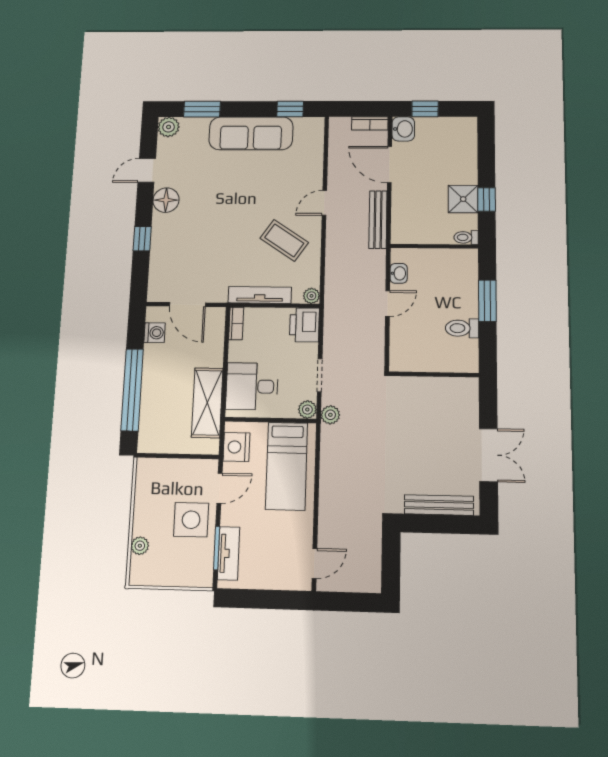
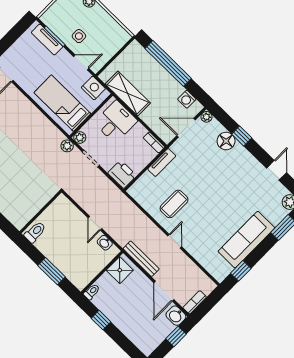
door: (389, 165) -> (164, 291), swing flipped
shower: (463, 199) -> (120, 270), moved
floor lamp: (166, 200) -> (226, 141), moved
coffee table: (284, 240) -> (174, 204), turned -34
tv unit: (260, 295) -> (162, 162), width x0.71
plant: (311, 296) -> (206, 117), moved
toilet: (462, 328) -> (35, 232), moved
door: (219, 488) -> (81, 62), swing flipped
side table: (191, 520) -> (79, 36), width x0.54, depth x0.54

